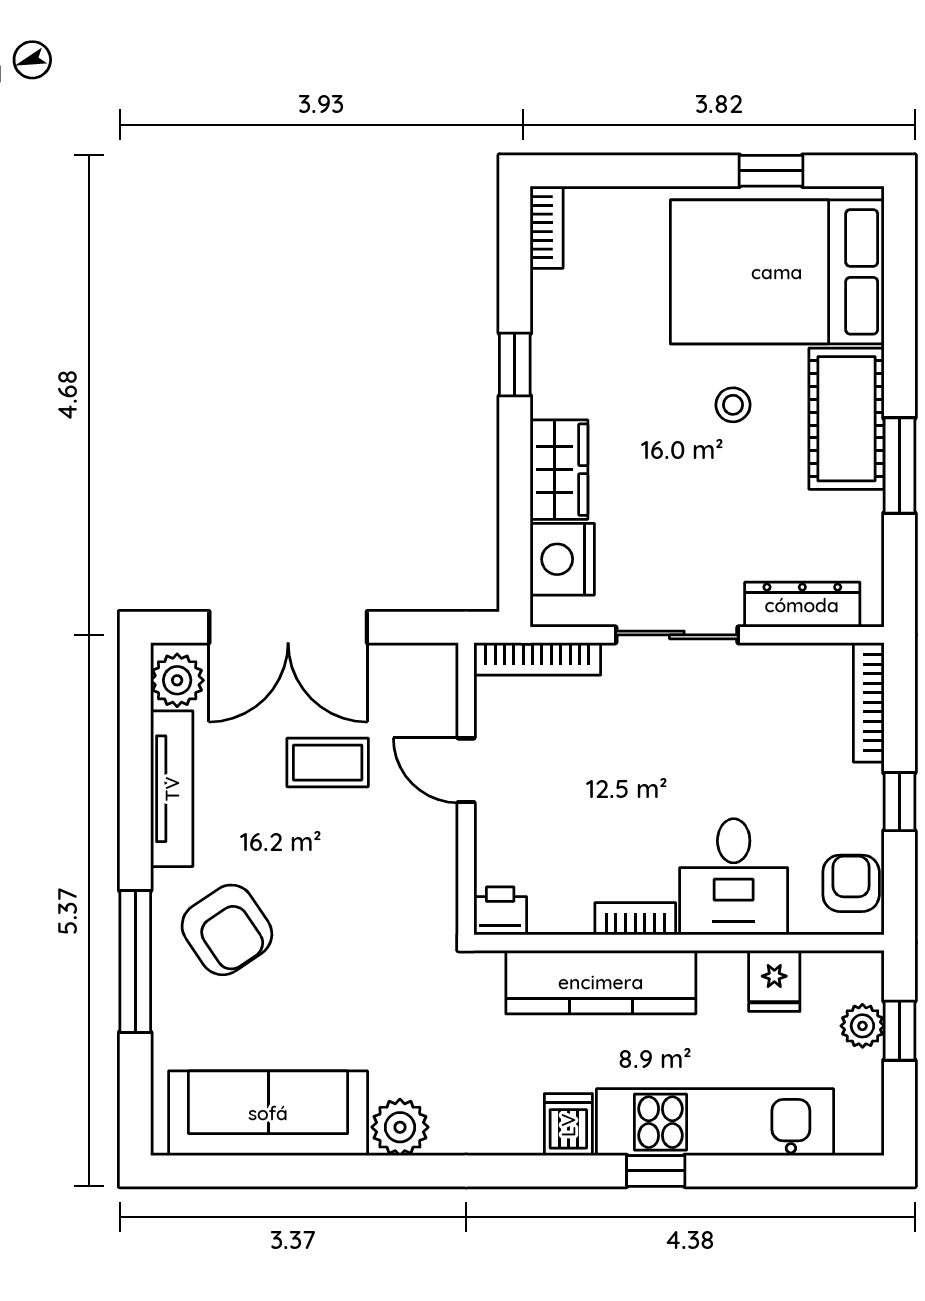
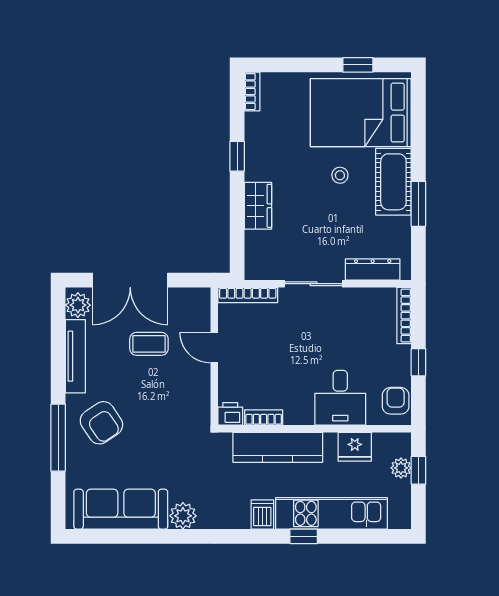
nightstand: (562, 559) -> (260, 248), removed
bookcase: (635, 919) -> (264, 418), moved
fridge: (774, 981) -> (355, 447), width x1.38

